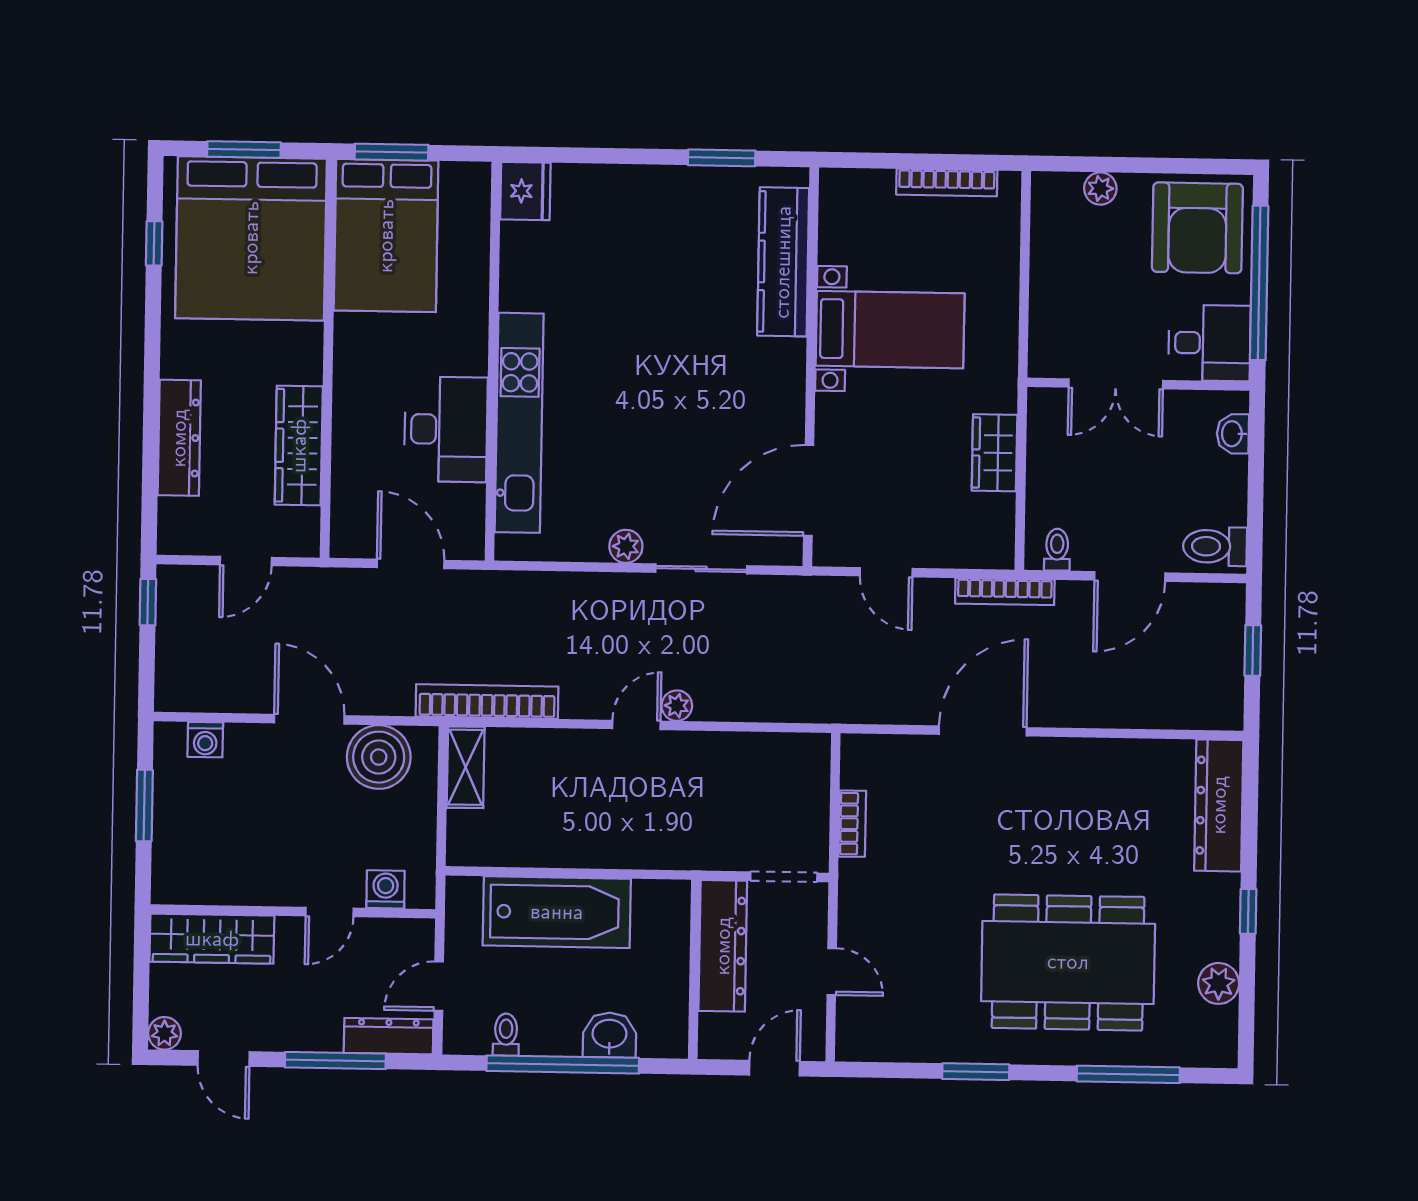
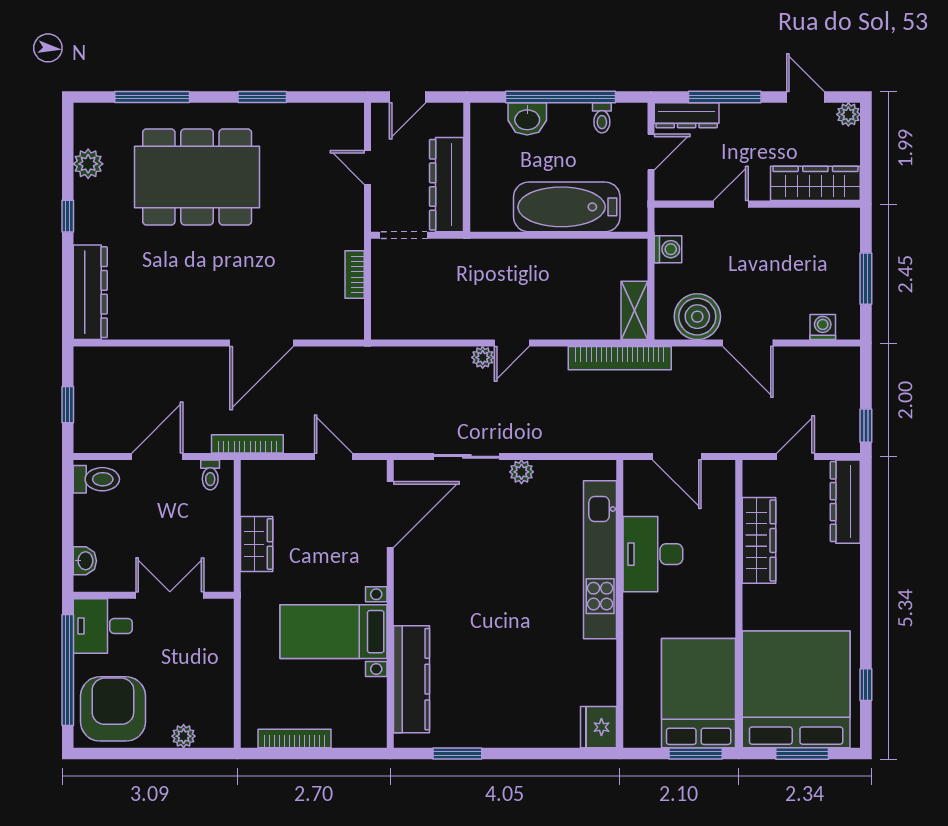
dresser: (179, 438) -> (845, 502), moved
washing machine: (386, 889) -> (668, 249), moved, turned -90

